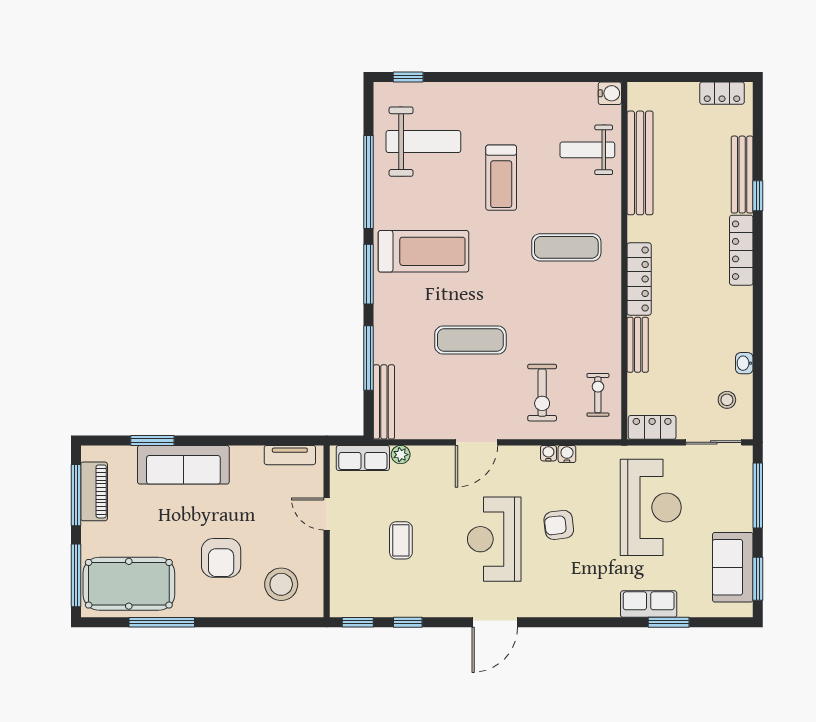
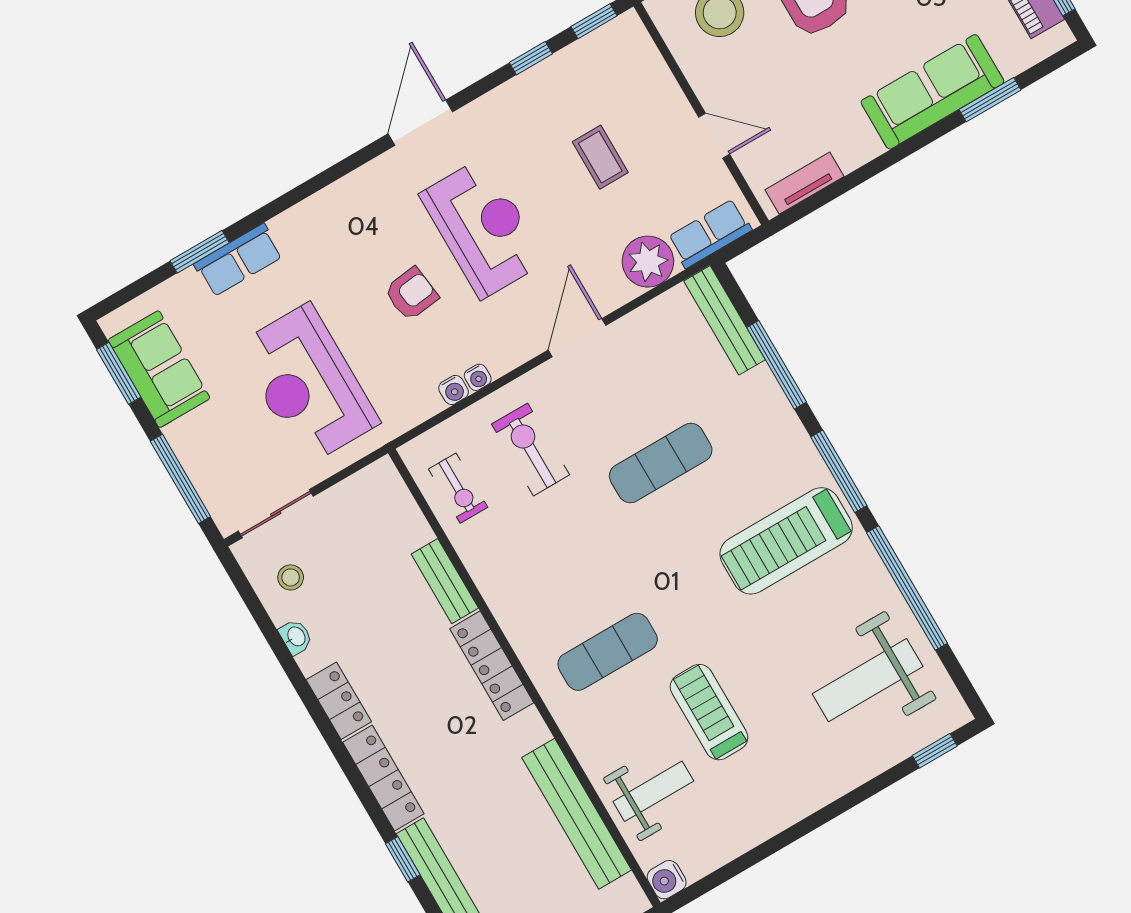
treadmill: (501, 178) -> (709, 712), moved
locker: (652, 427) -> (339, 701), moved, turned -90
plant: (401, 455) -> (648, 262), width x1.88, depth x1.88

